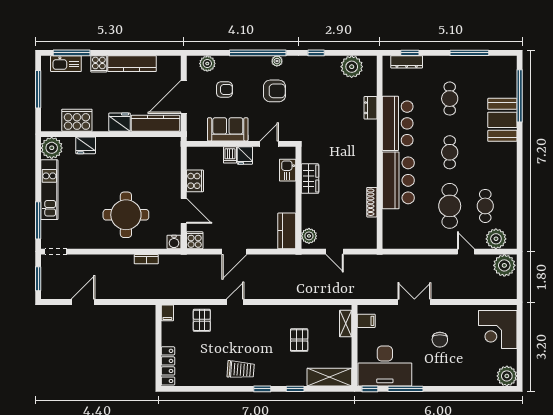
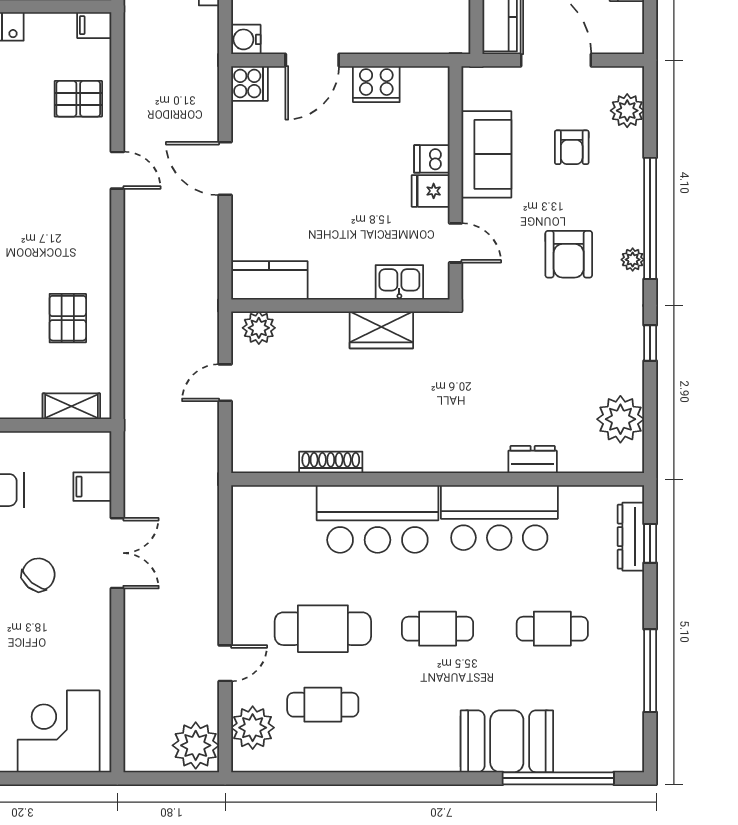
filing cabinet: (366, 321) -> (92, 487), moved, turned 90
pallet: (299, 340) -> (68, 318), moved, turned 90
chair: (440, 340) -> (38, 575), moved, turned 130

